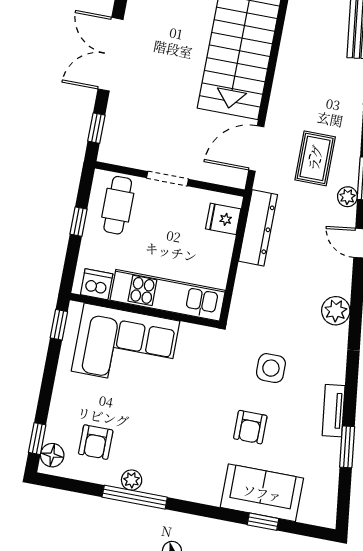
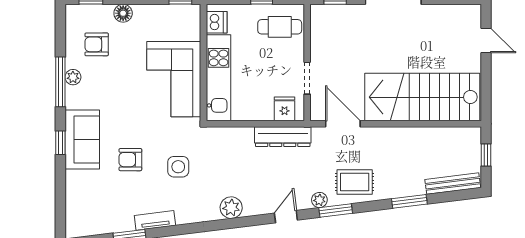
rug: (315, 158) -> (355, 182), moved
doorway: (167, 179) -> (307, 78), moved
corner sofa: (126, 346) -> (174, 79), moved
floor lamp: (52, 455) -> (123, 13), moved
sofa: (262, 493) -> (82, 140), moved
window: (263, 522) -> (60, 143), moved

